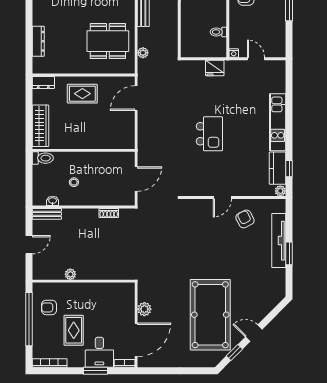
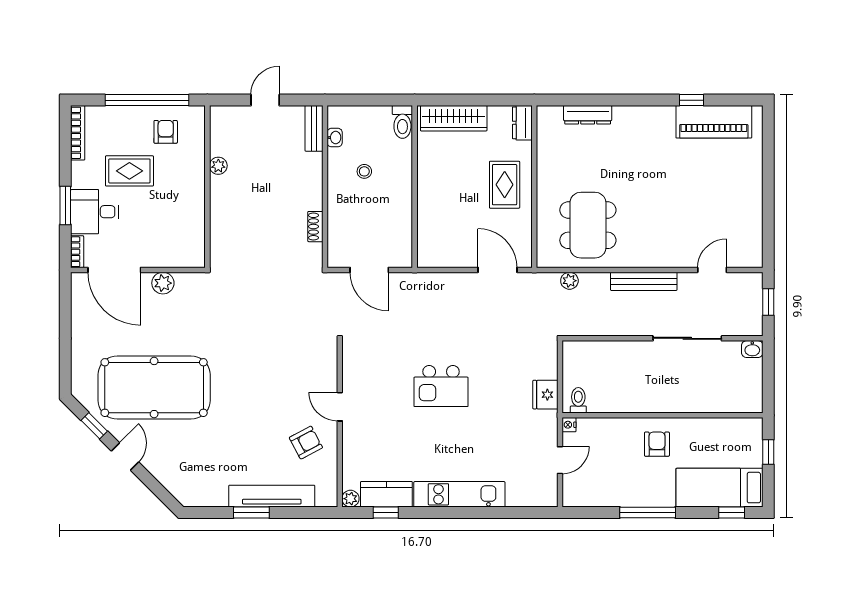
toilet: (218, 32) -> (578, 400), moved
door: (29, 245) -> (265, 100), swing flipped

